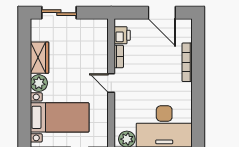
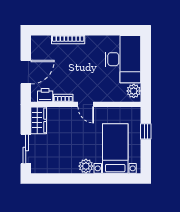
door: (162, 13) -> (26, 72), moved
wardrobe: (39, 58) -> (39, 120), moved, turned 90
door: (111, 83) -> (86, 104), hinge flipped

